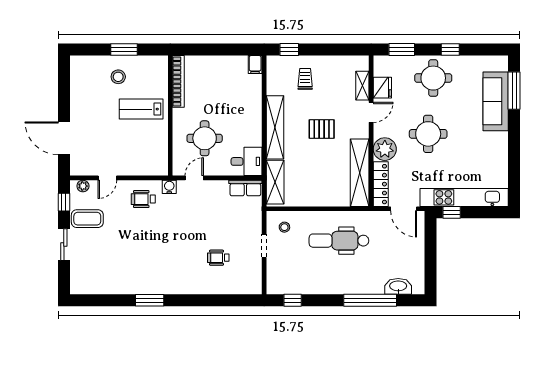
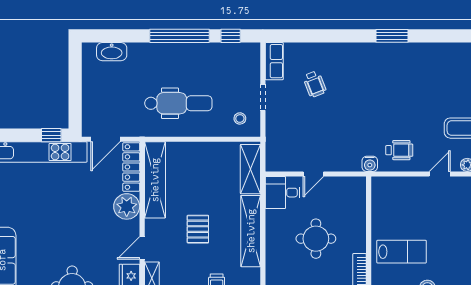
pallet: (322, 129) -> (198, 229), turned 90
round table: (428, 134) -> (78, 224), removed
round table: (205, 138) -> (316, 239), moved
door: (194, 178) -> (313, 174), moved
row of seats: (245, 188) -> (274, 61), moved, turned 90
door: (404, 209) -> (105, 139), swing flipped
wheelchair: (218, 258) -> (315, 84), turned 69
window: (370, 300) -> (180, 36), moved

